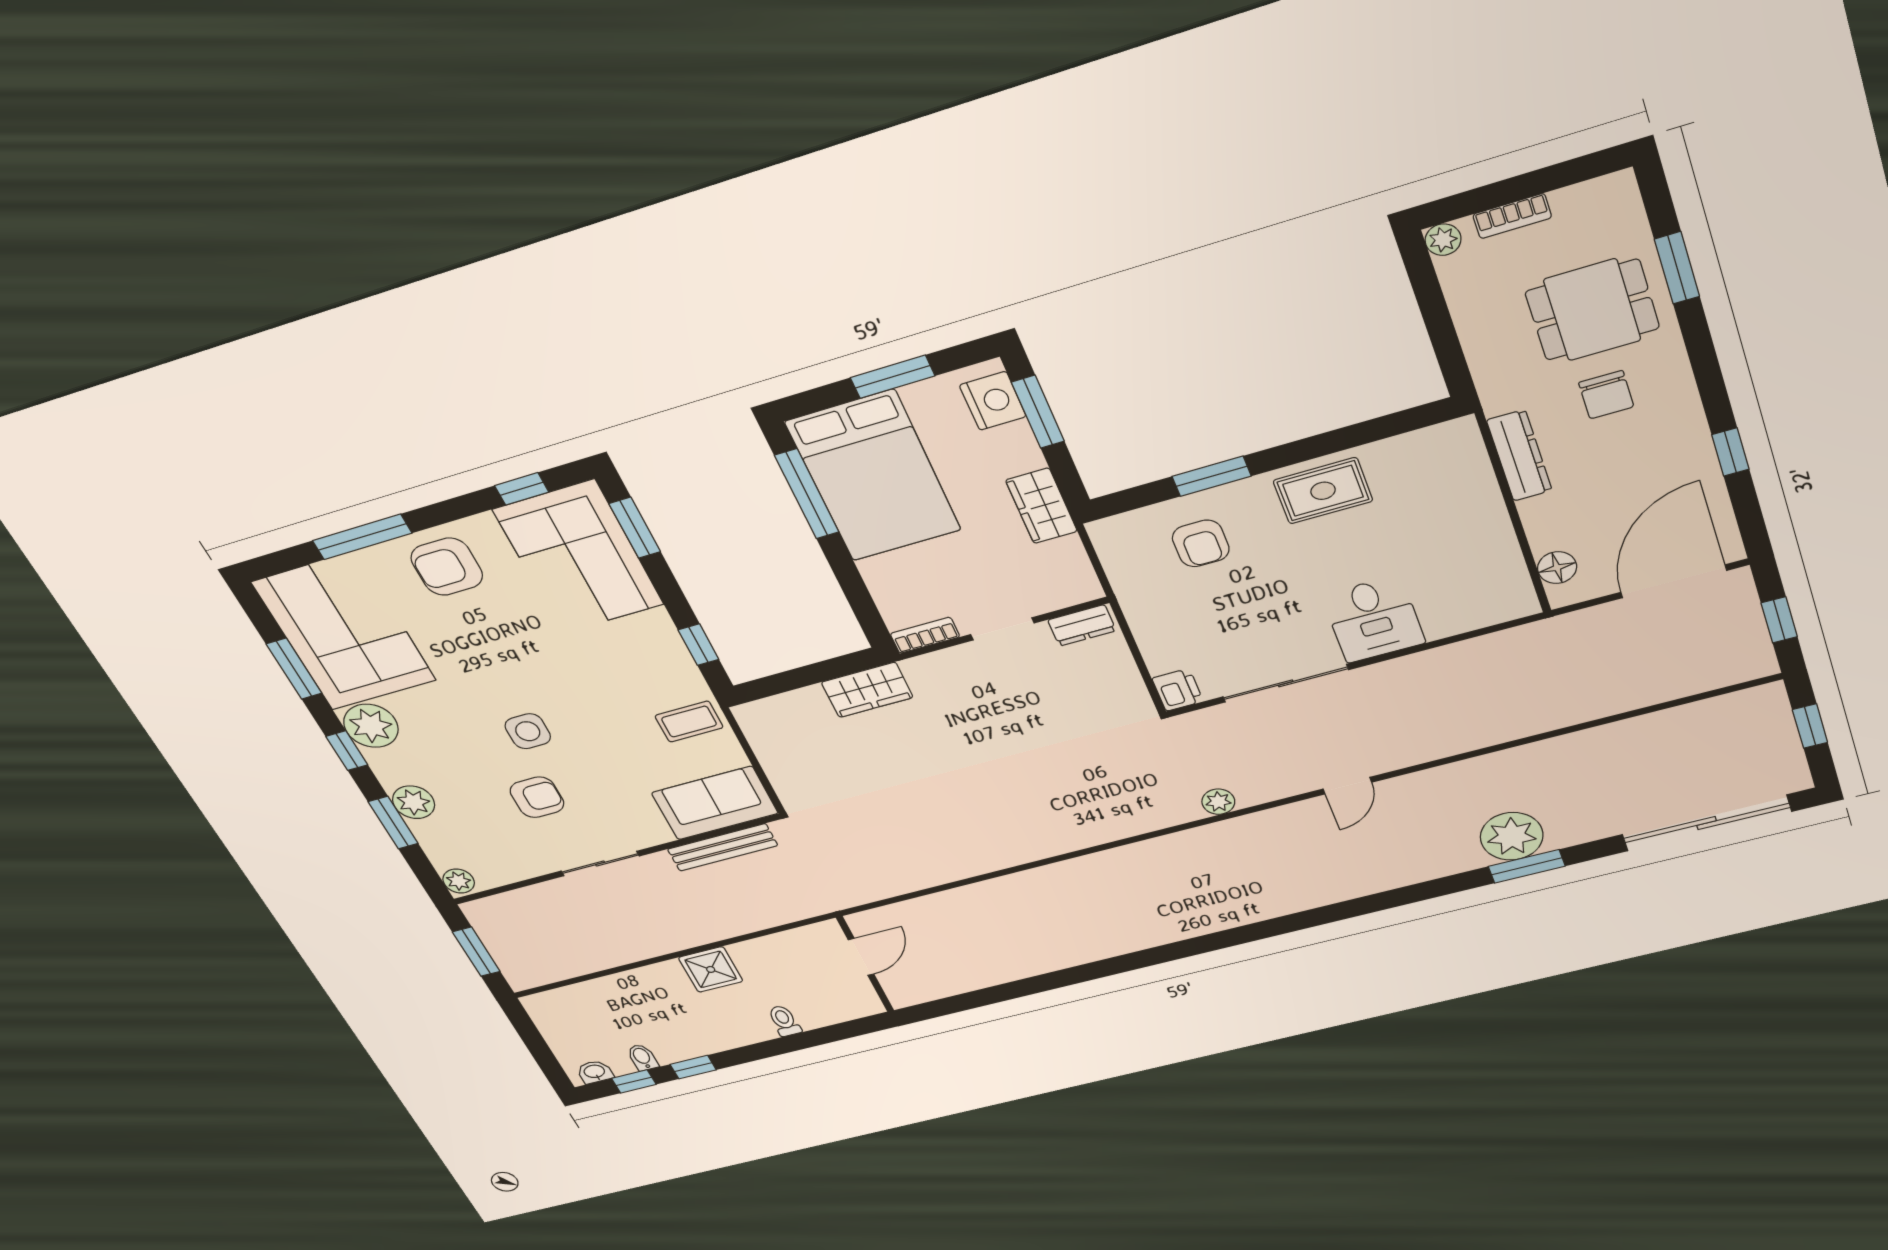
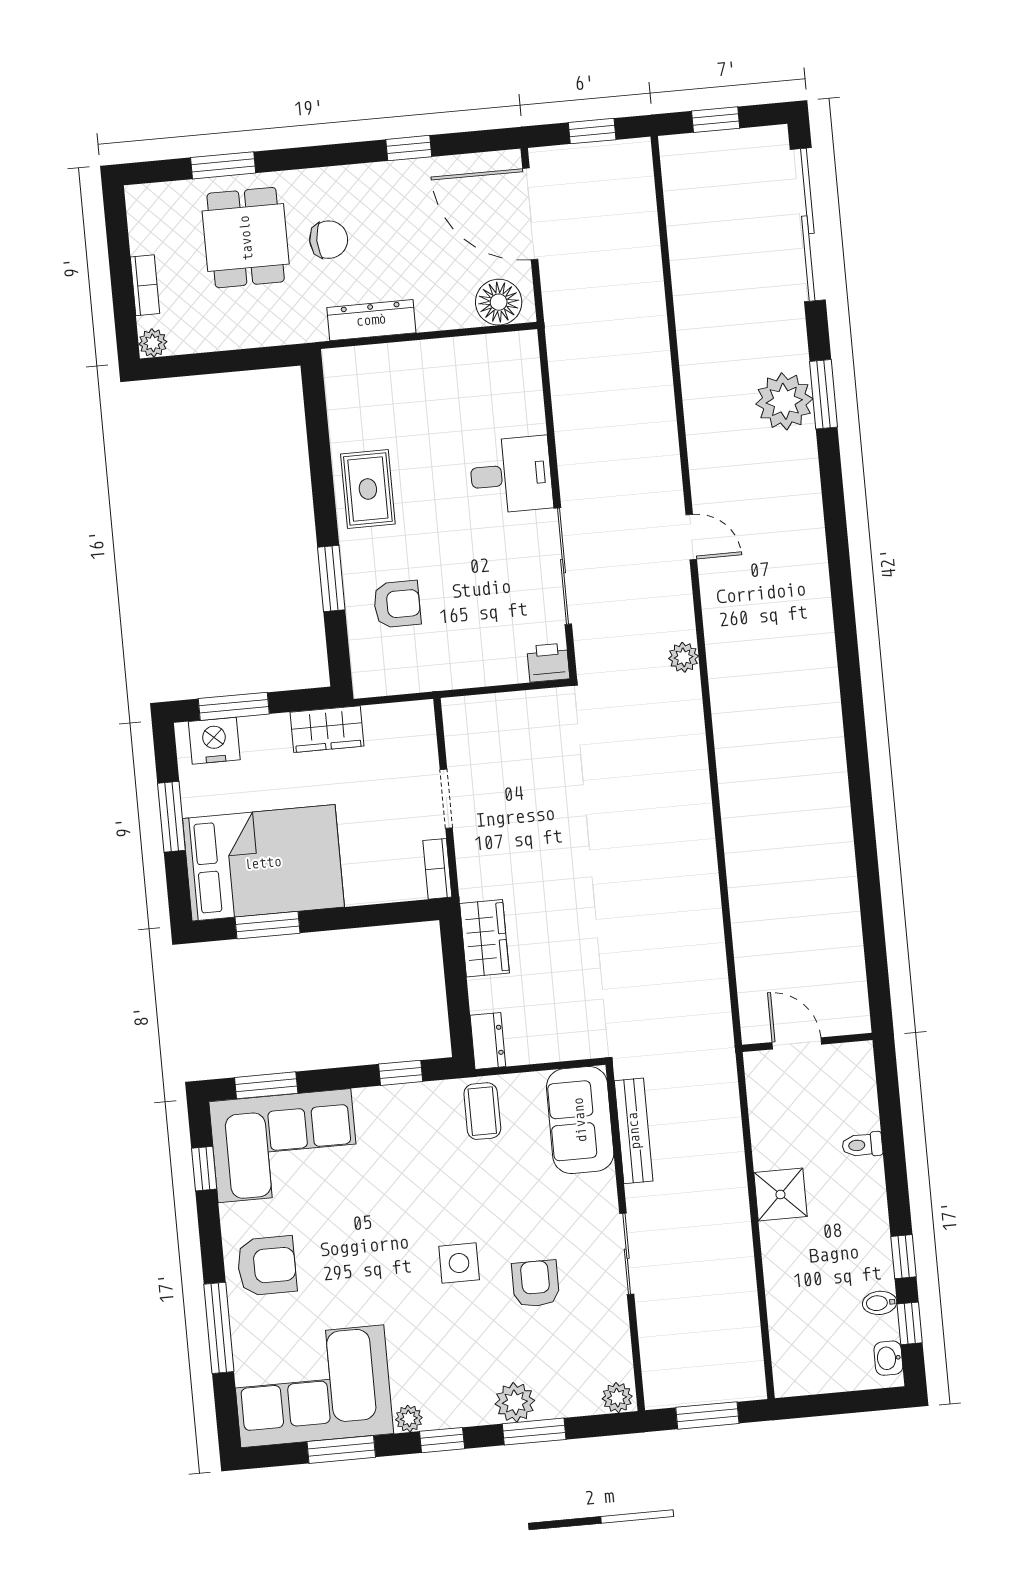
window: (807, 494) -> (268, 925), width x0.69
armchair: (447, 567) -> (267, 1266), turned -90
floor lamp: (1557, 568) -> (499, 302), width x1.38, depth x1.38
dresser: (1082, 625) -> (488, 1041), moved
plant: (371, 726) -> (409, 1419), width x0.53, depth x0.53

